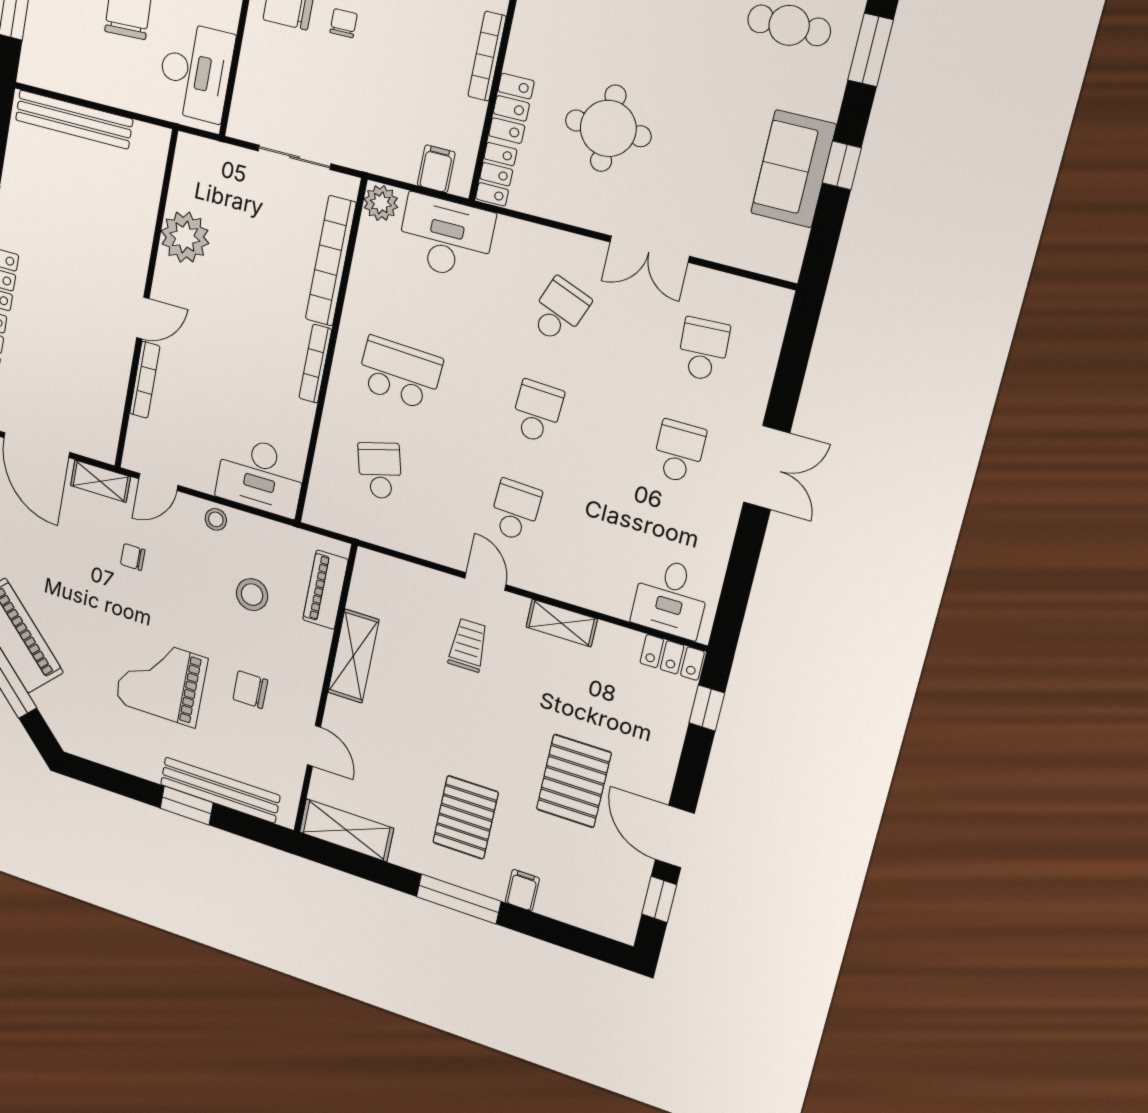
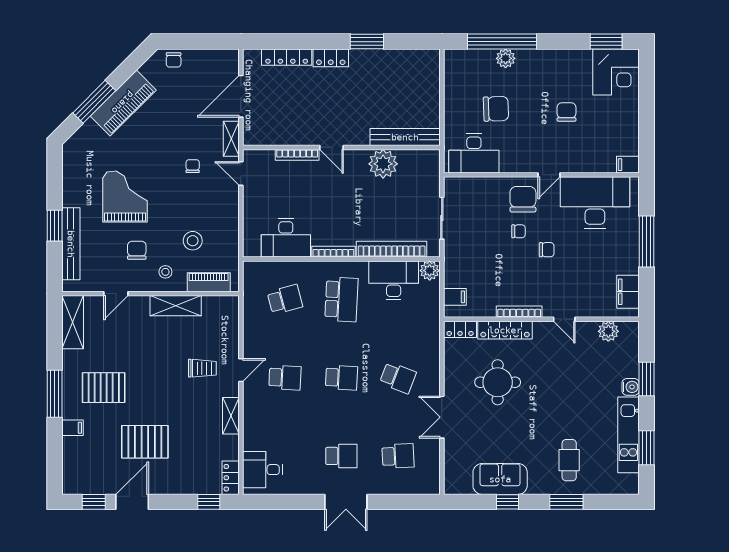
locker: (511, 108) -> (505, 330), width x1.53
bench: (74, 119) -> (405, 137), moved, turned 90
desk: (446, 237) -> (394, 280), moved, turned -90
desk: (260, 476) -> (286, 238), moved, turned -90
stool: (216, 519) -> (165, 272), moved

